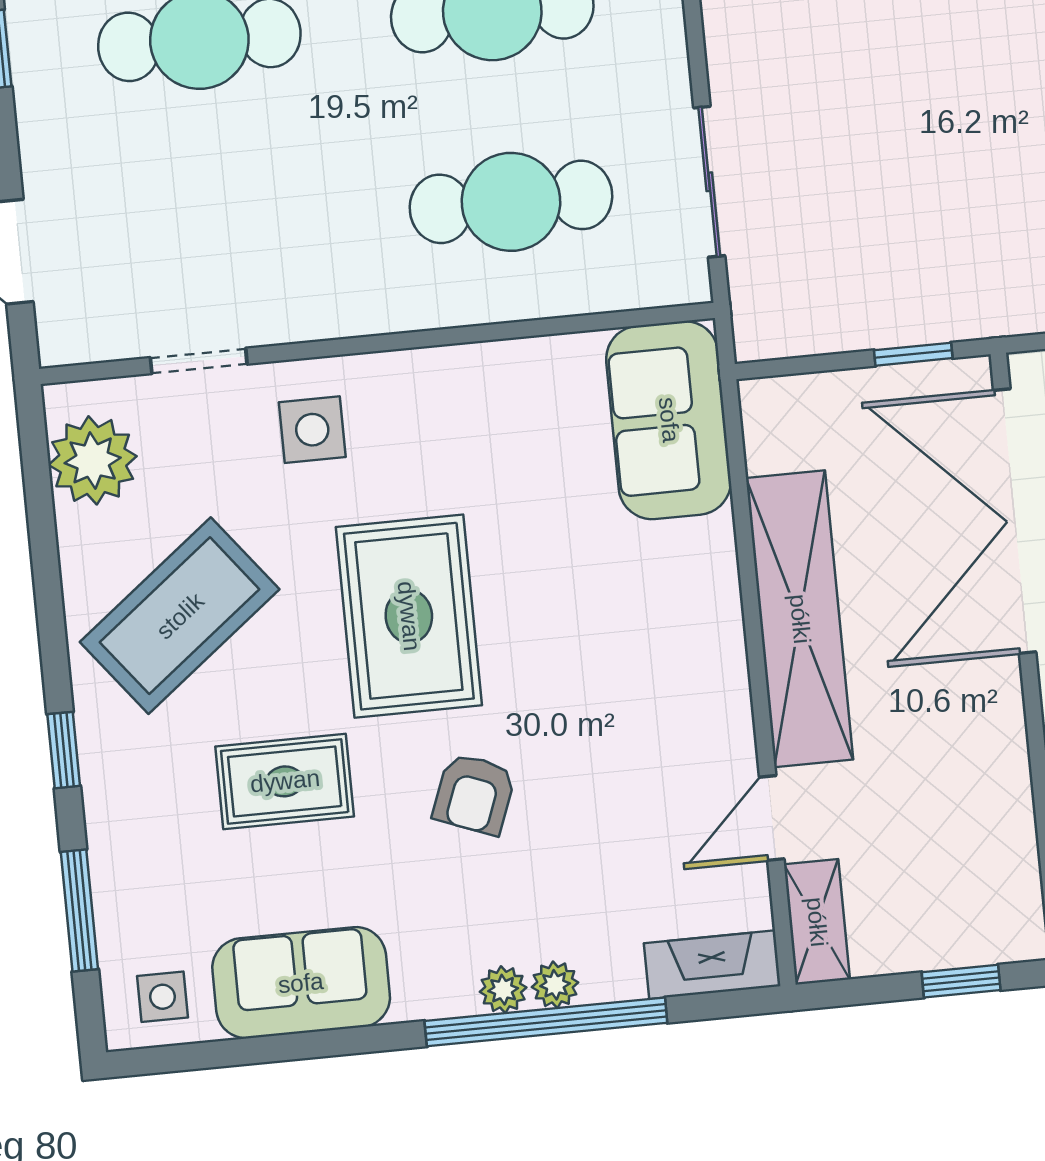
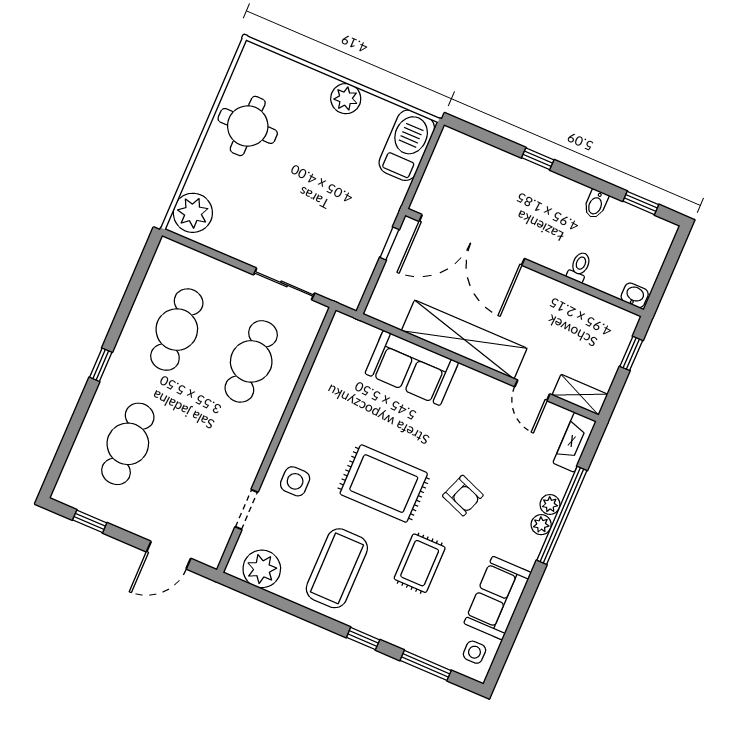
sofa: (669, 420) -> (412, 368), moved
coffee table: (180, 616) -> (337, 568), turned 38

